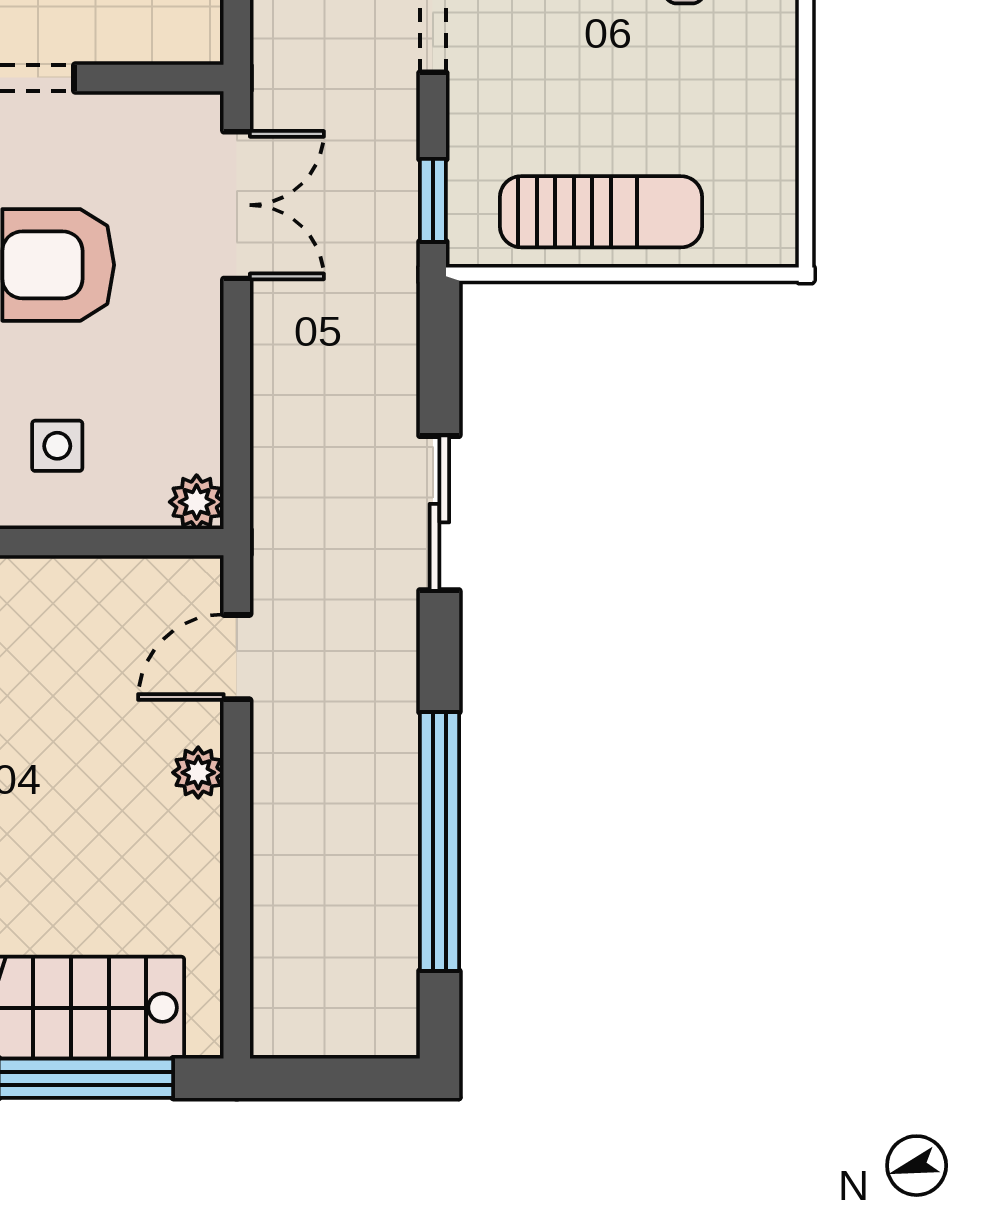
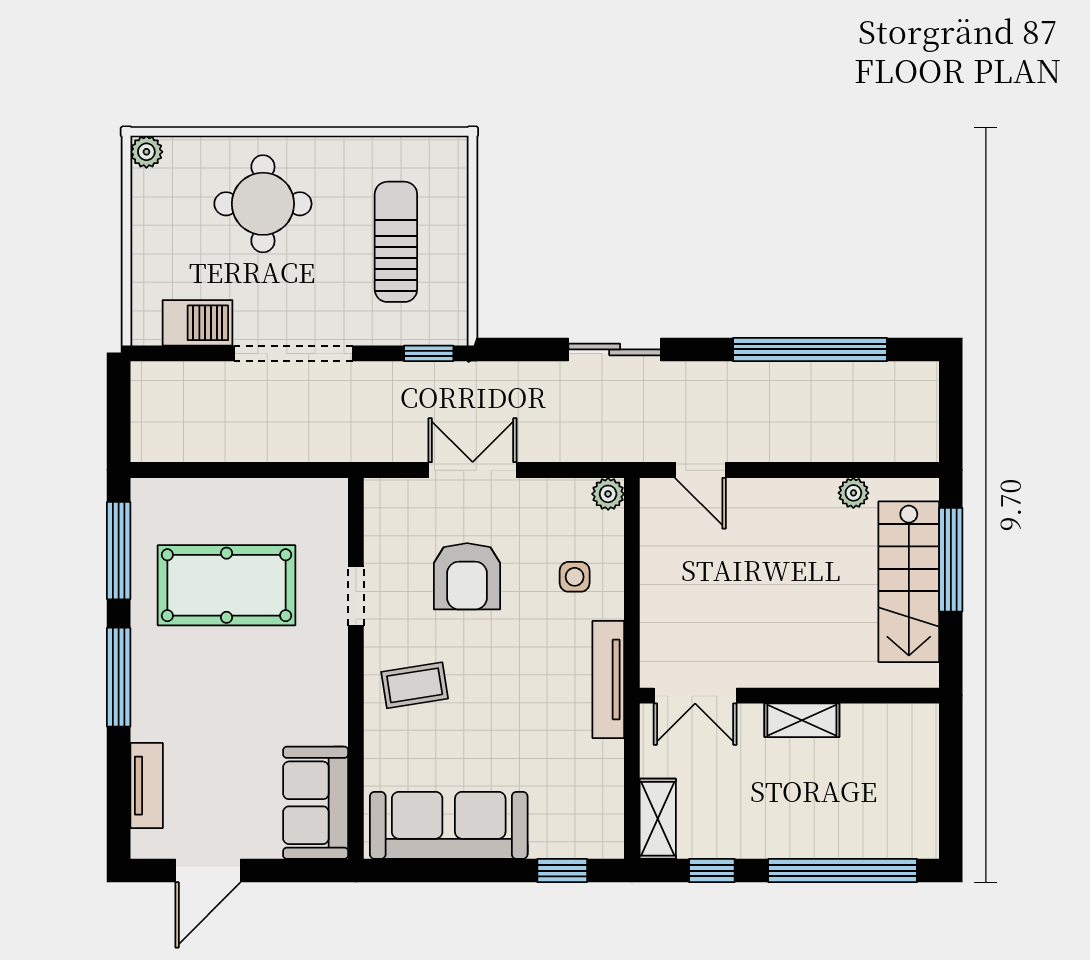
double door: (237, 205) -> (473, 470), moved
sun lounger: (601, 212) -> (396, 242), moved
plant: (198, 773) -> (853, 493), moved

